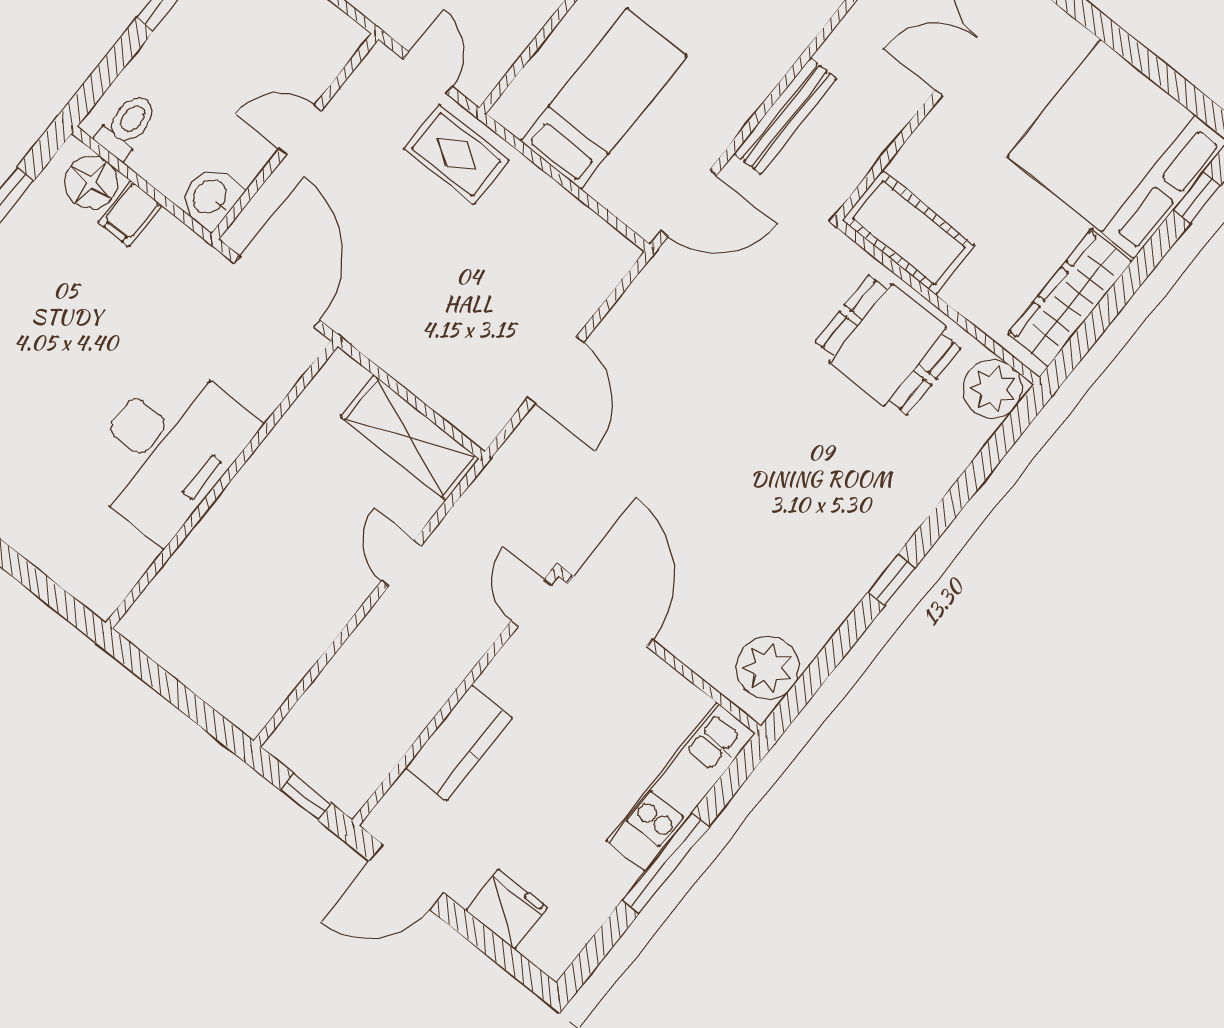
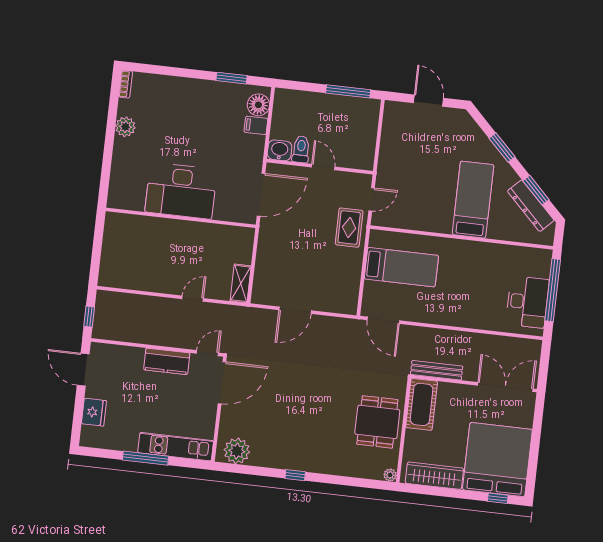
bench: (785, 116) -> (437, 370), moved
toilet: (127, 126) -> (301, 149), moved, turned -90
plant: (993, 389) -> (390, 475), width x0.53, depth x0.53
shelving: (410, 438) -> (241, 283), width x0.67, depth x0.75
kitchen counter: (459, 743) -> (167, 361), moved

